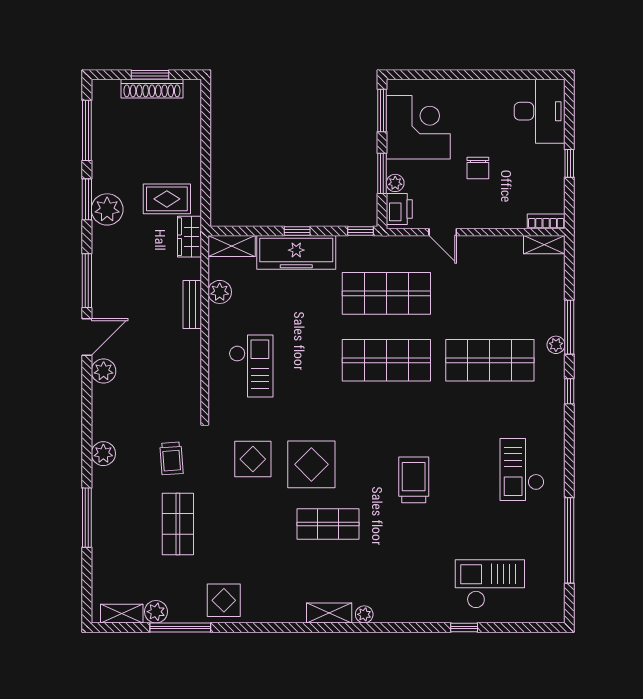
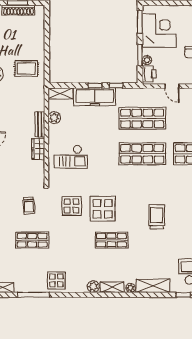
window: (360, 231) -> (116, 85), moved
wardrobe: (189, 237) -> (38, 149), moved
checkout: (251, 366) -> (71, 157), turned 90
shop shelf: (178, 524) -> (32, 240), turned 90
shelving: (407, 610) -> (153, 286), added
plant: (156, 612) -> (93, 287), moved

